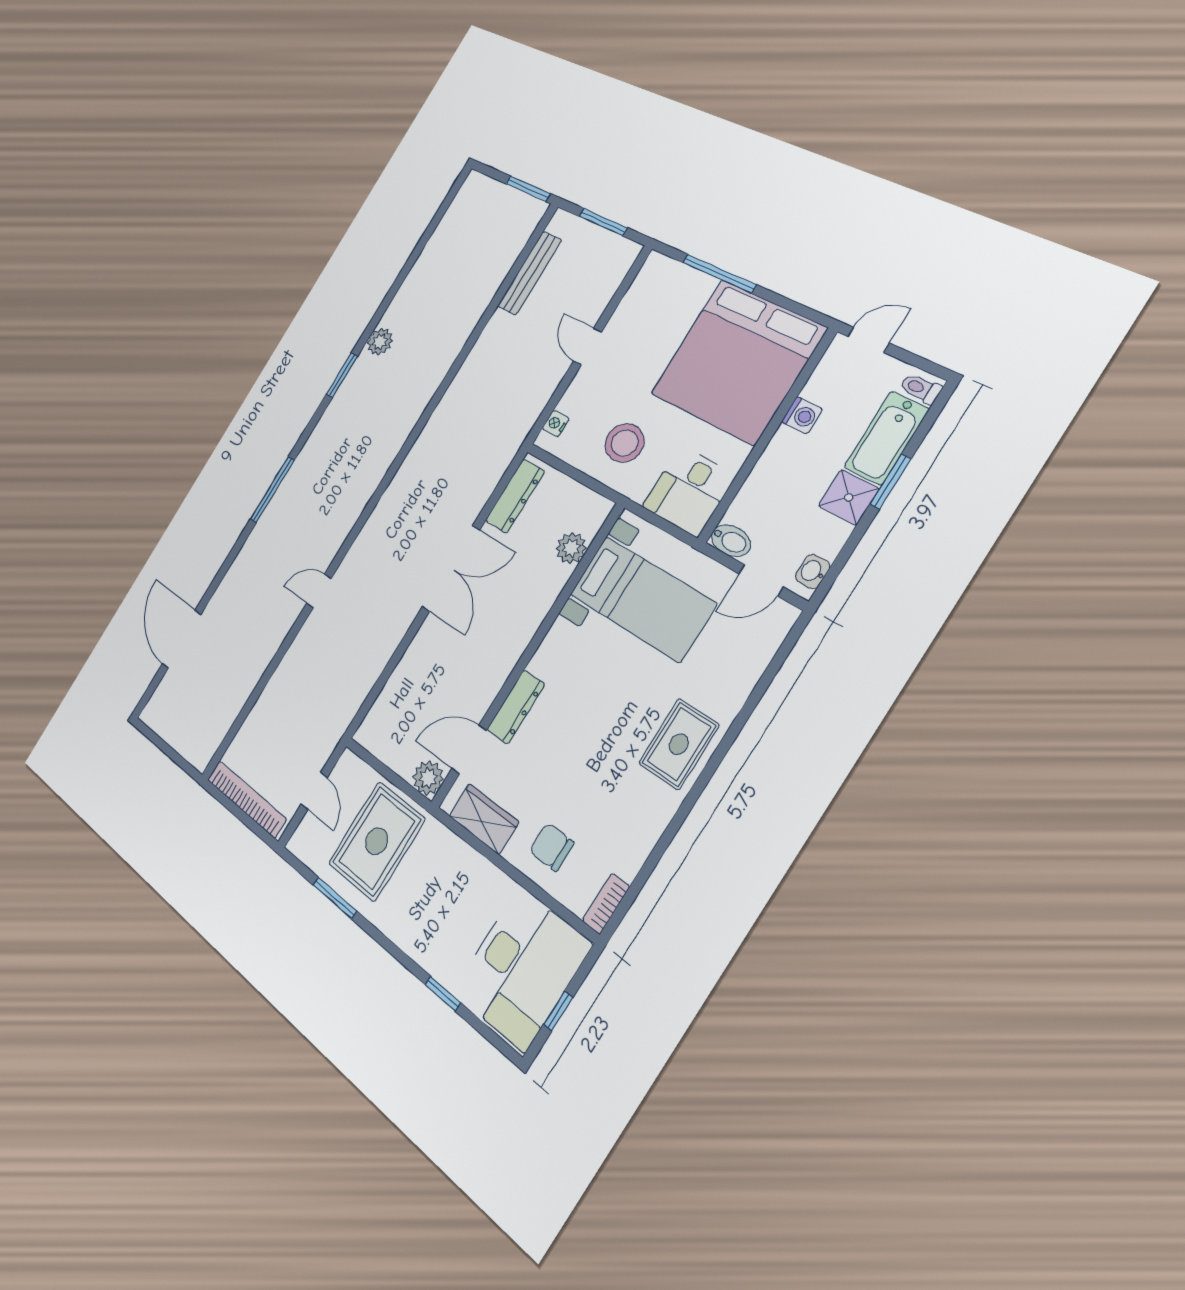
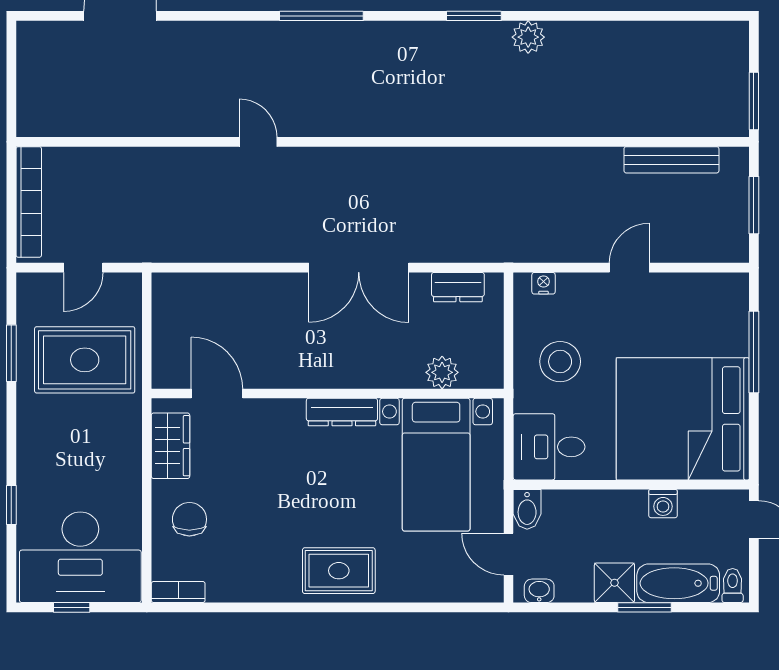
dresser: (515, 496) -> (458, 287), width x0.70
dresser: (516, 707) -> (342, 412), moved
plant: (428, 778) -> (169, 371), removed

